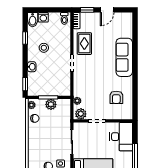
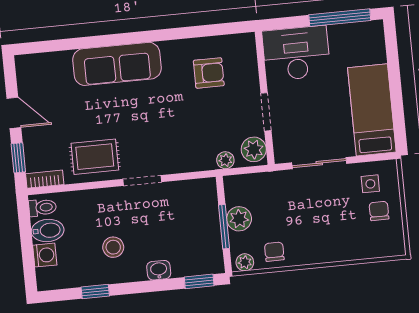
bidet: (33, 20) -> (48, 230), moved

